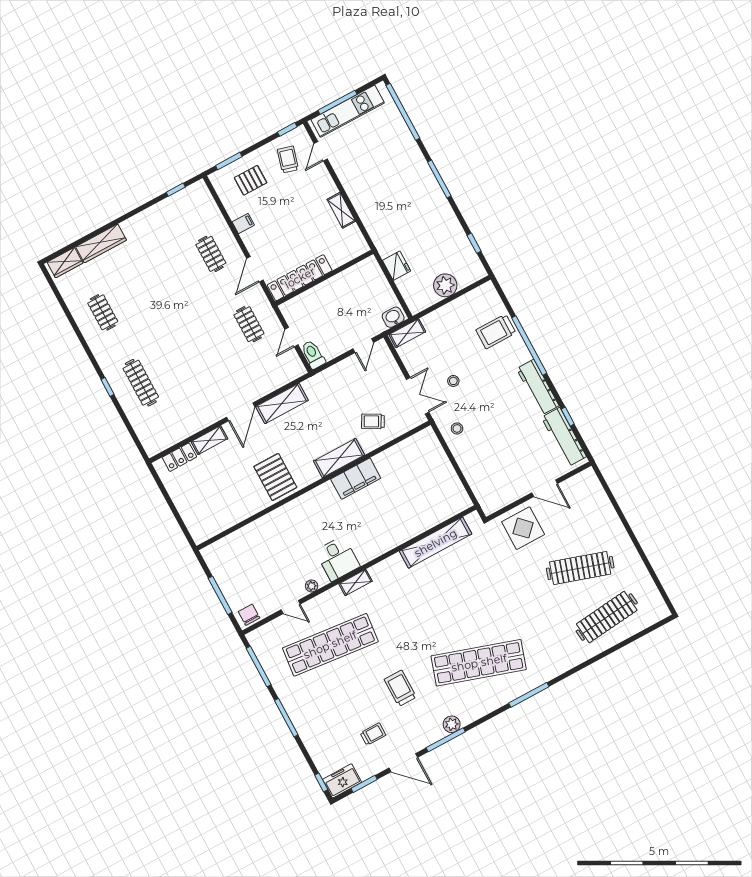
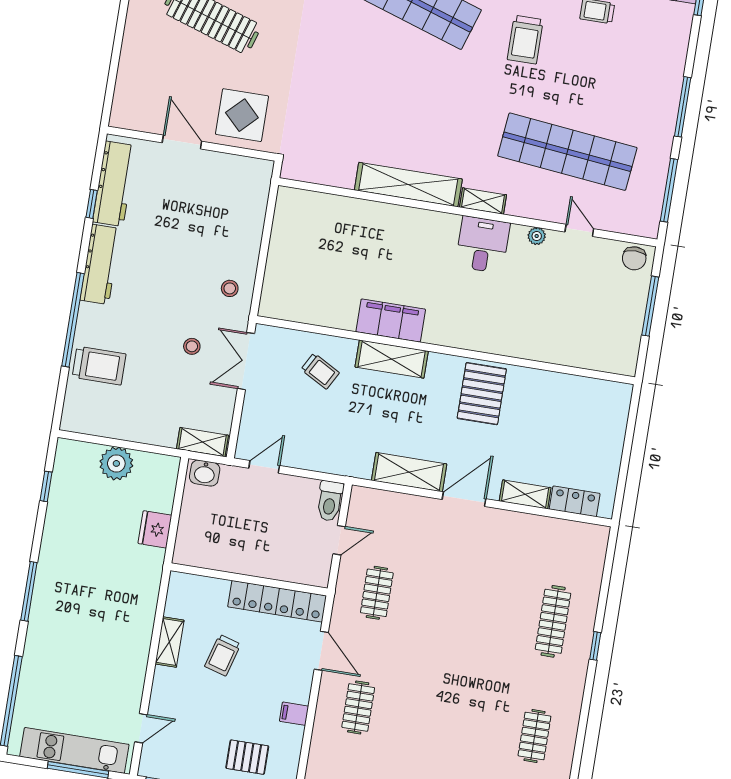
trolley: (288, 160) -> (223, 655), moved
door: (255, 269) -> (321, 651), hinge flipped
shelving: (436, 543) -> (408, 185), moved

